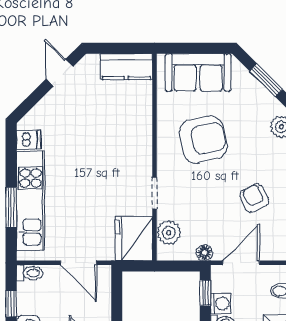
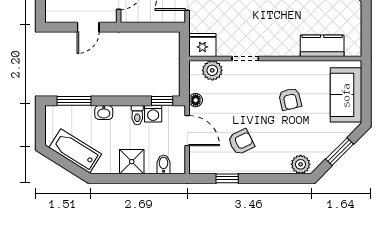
kitchen counter: (126, 67) -> (322, 46), moved, turned 90
armchair: (203, 139) -> (290, 99), width x0.53, depth x0.53
fridge: (134, 239) -> (202, 45), width x0.73, depth x0.75

